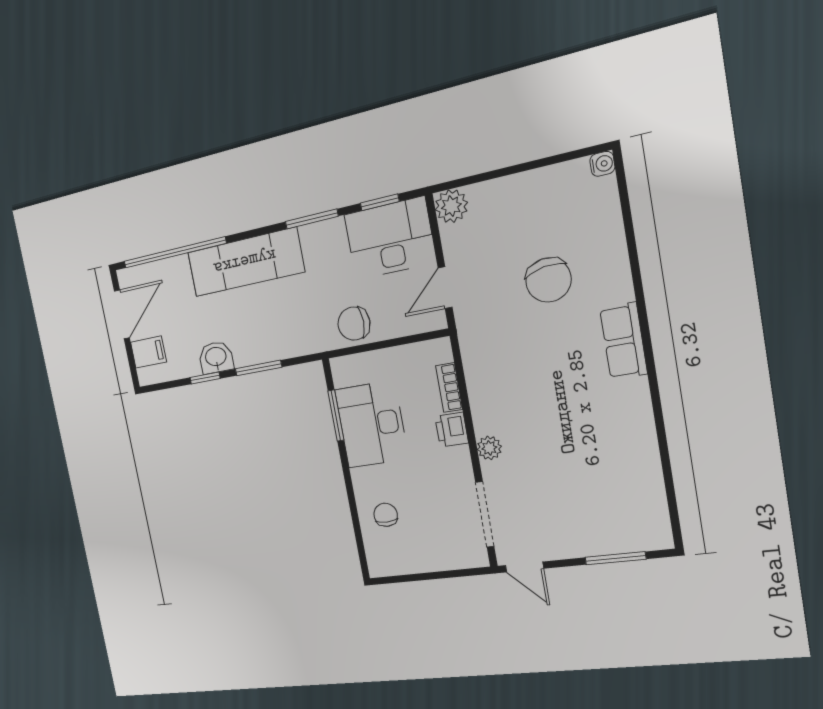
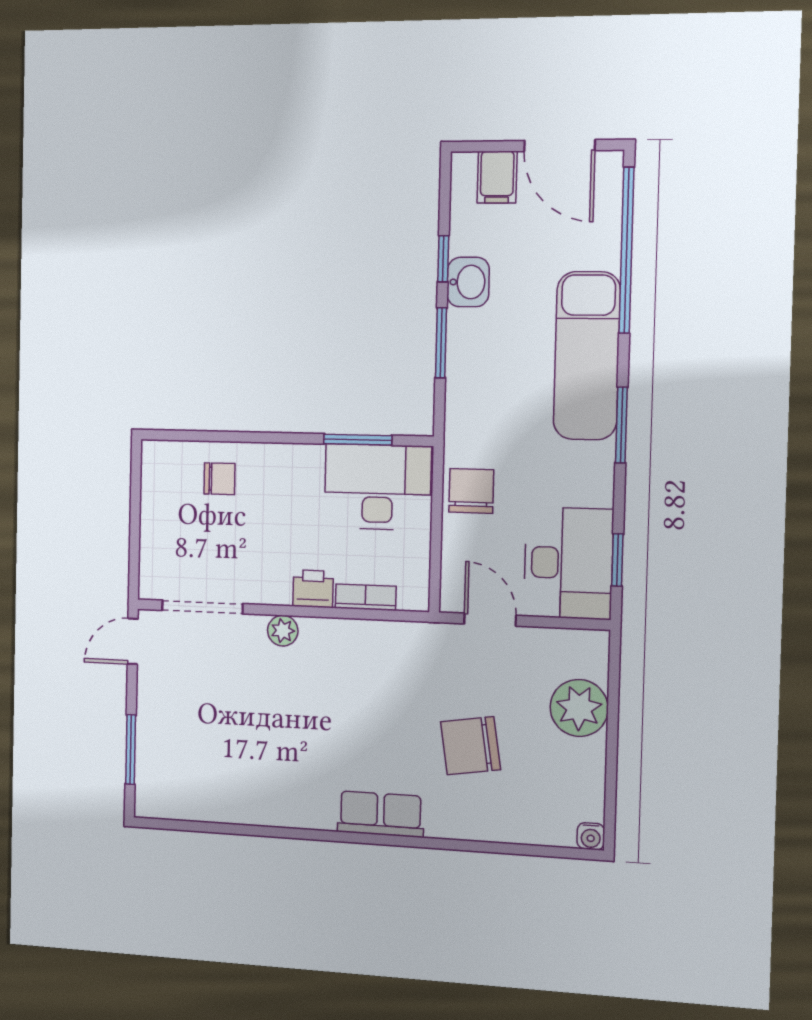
plant: (451, 206) -> (579, 708), moved, width x1.36, depth x1.36
window: (312, 219) -> (621, 425), moved
desk: (372, 424) -> (378, 487), moved

